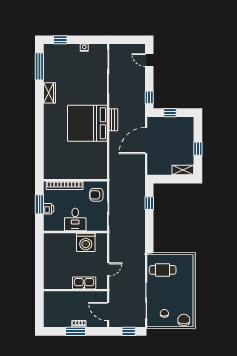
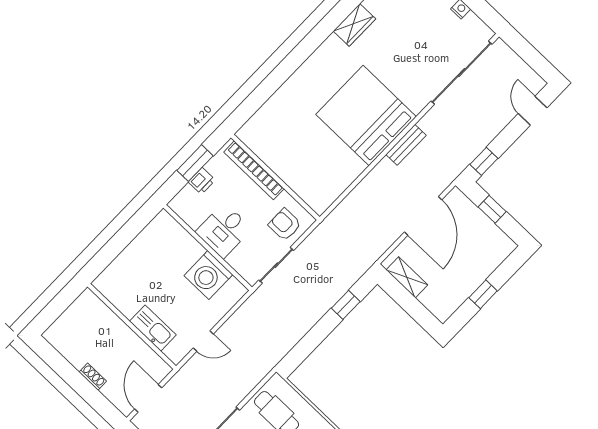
door: (146, 141) -> (423, 216), swing flipped
shelving: (183, 170) -> (407, 277), moved
window: (76, 331) -> (78, 383), removed

